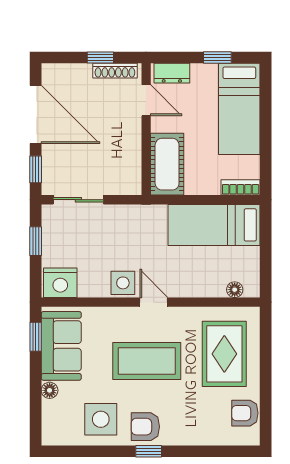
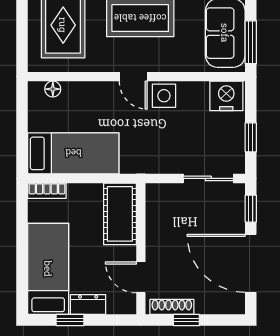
dresser: (172, 73) -> (88, 304), moved
window: (36, 337) -> (251, 42), width x1.50

